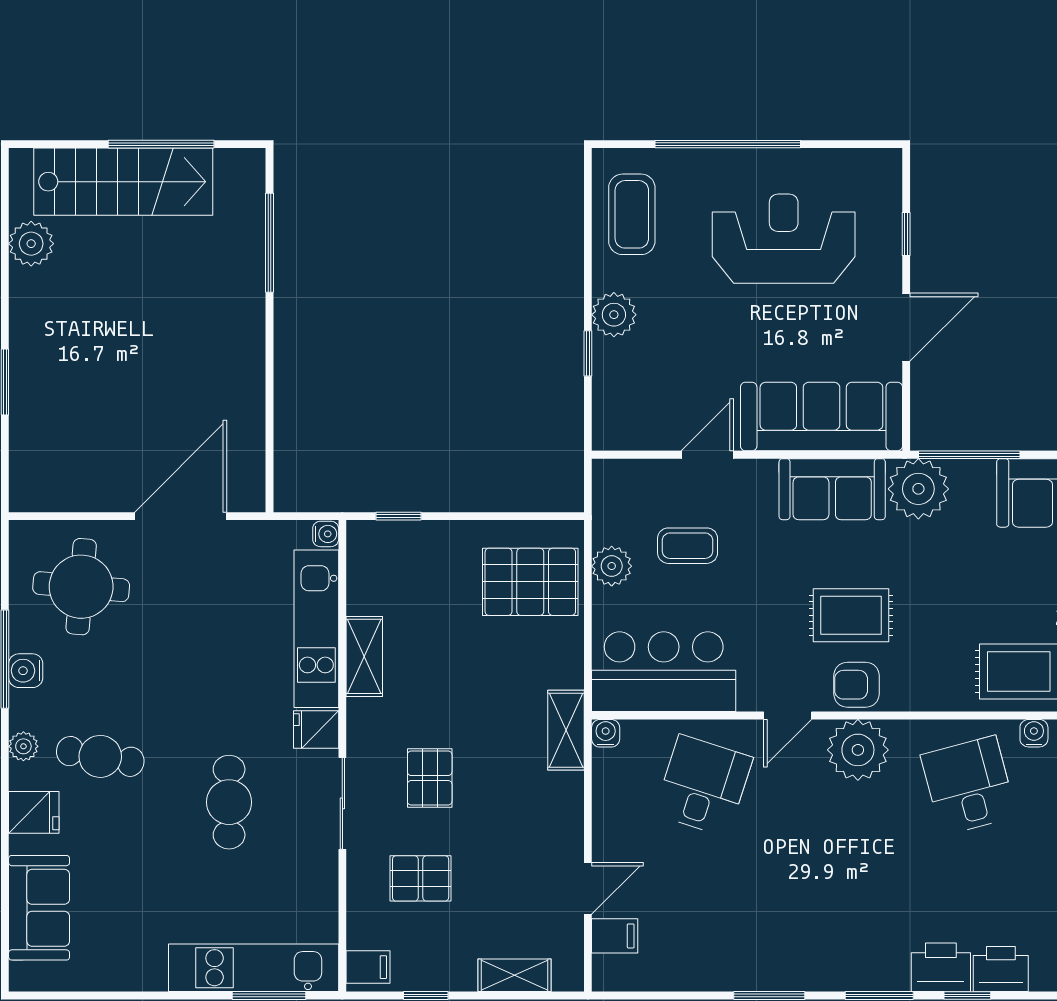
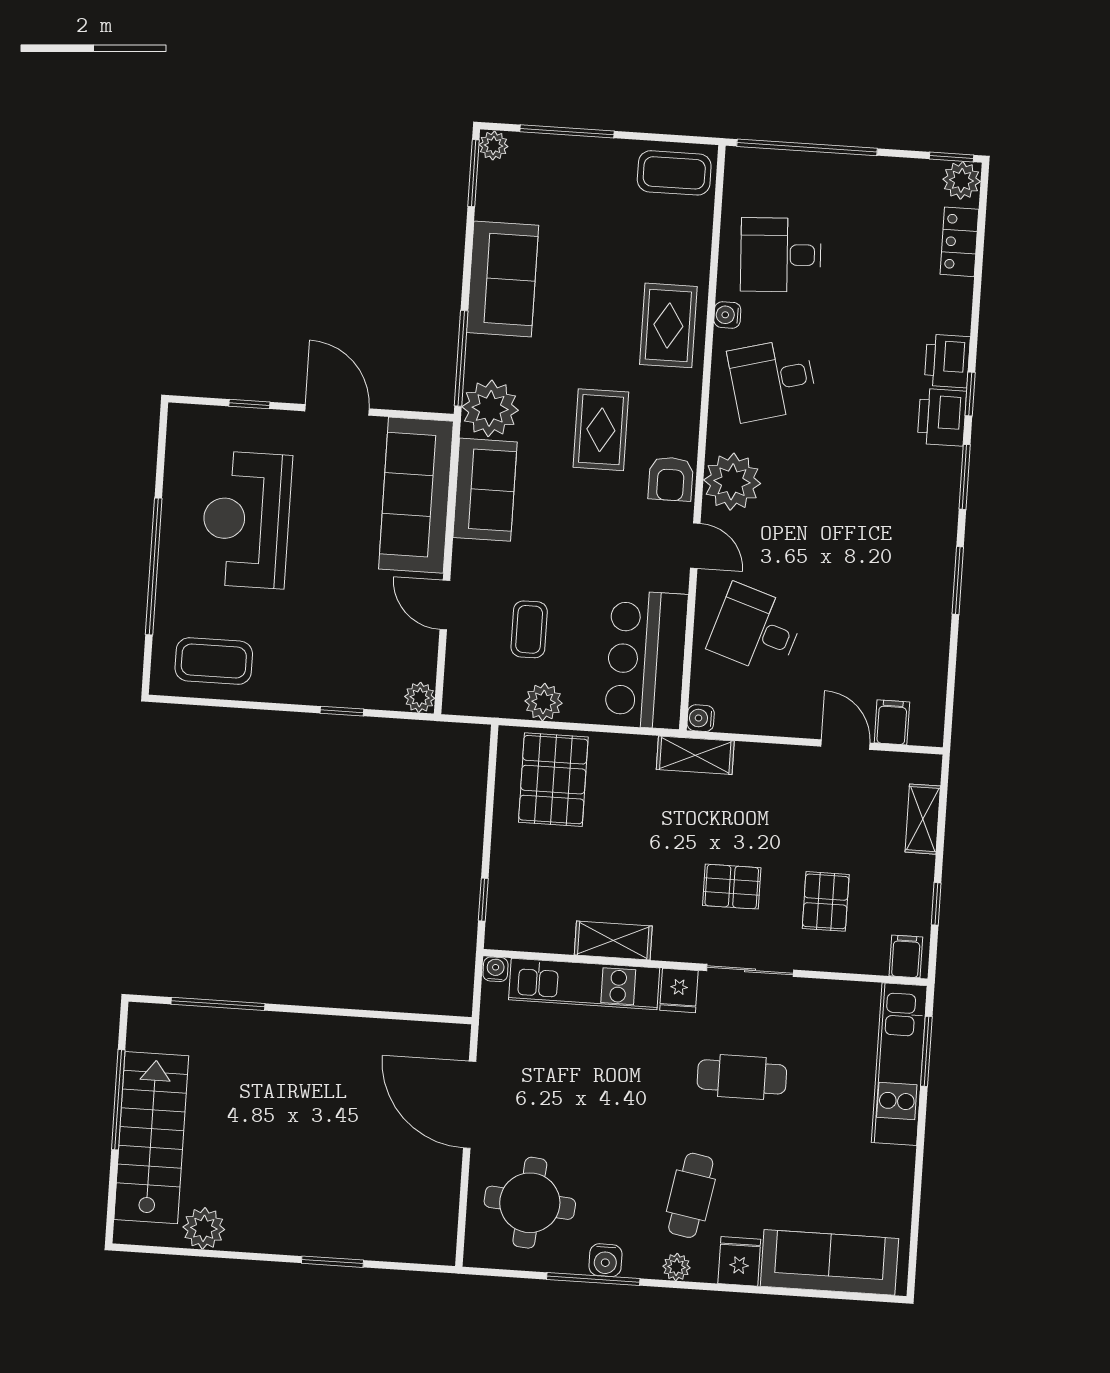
plant: (614, 315) -> (420, 697), moved, width x0.73, depth x0.73
rug: (851, 615) -> (601, 430), moved
sofa: (39, 908) -> (829, 1262), width x1.36

